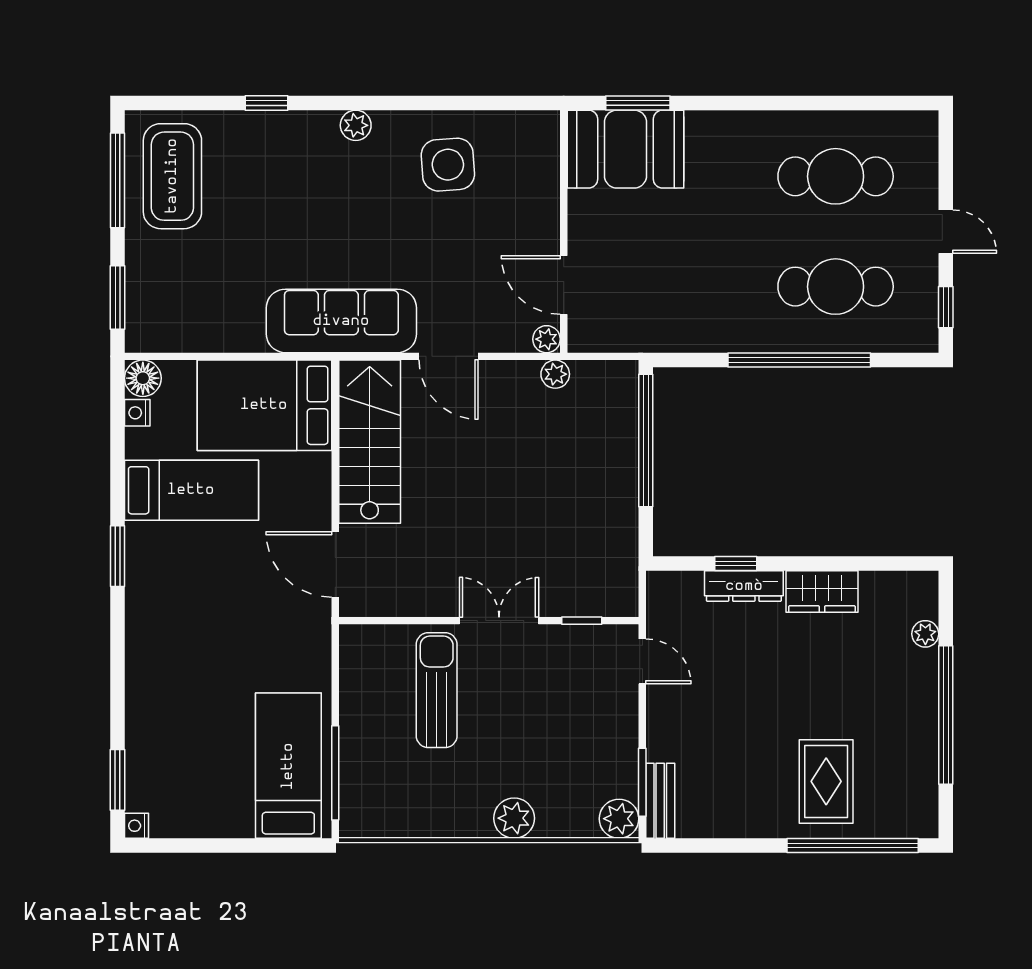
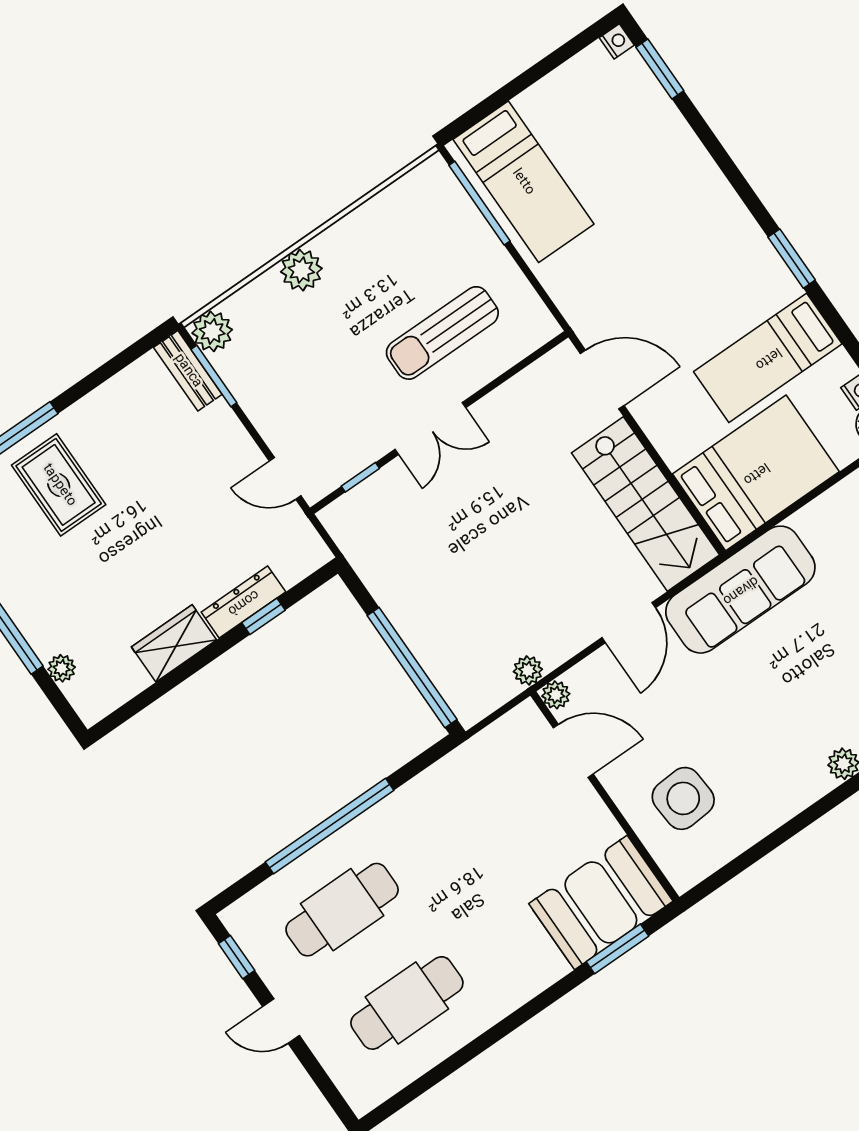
side table: (448, 165) -> (683, 798), moved
door: (449, 356) -> (629, 623), swing flipped
sun lounger: (437, 690) -> (442, 333), turned 90

